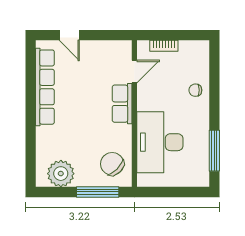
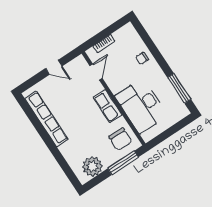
door: (69, 35) -> (54, 67), moved
row of seats: (122, 104) -> (108, 106), moved
chair: (112, 164) -> (120, 139), turned -135

